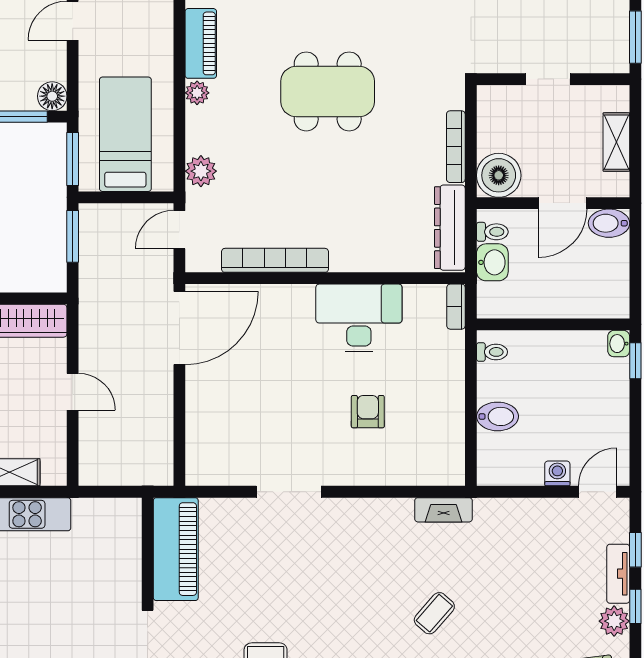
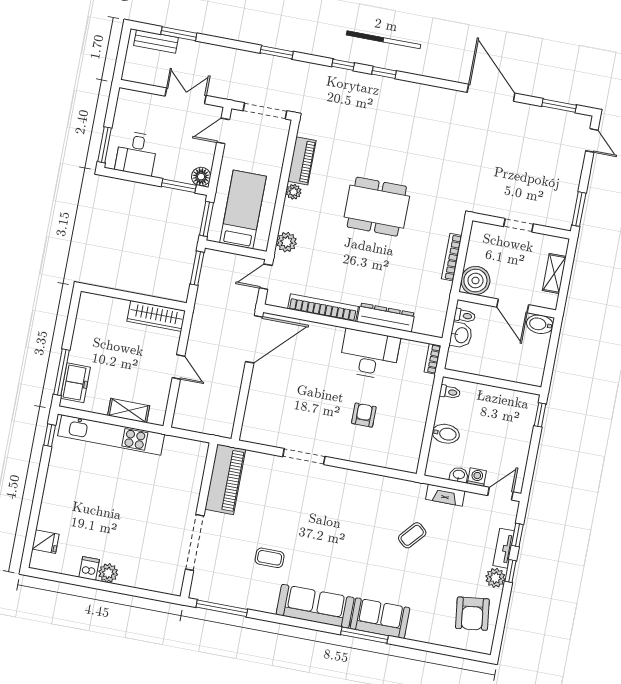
door: (562, 203) -> (513, 306), hinge flipped
dresser: (450, 228) -> (386, 318), moved, turned 90
washbasin: (619, 344) -> (459, 475), moved, turned 90
fireplace: (444, 510) -> (445, 495), moved
coffee table: (434, 613) -> (412, 535), moved

